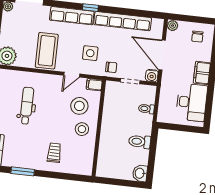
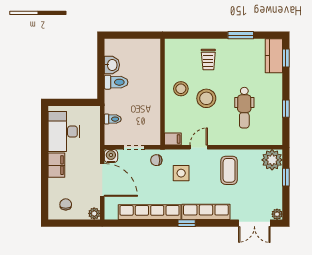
coffee table: (47, 51) -> (229, 170), width x0.73, depth x0.76
stool: (79, 106) -> (206, 98), moved
washbasin: (140, 173) -> (112, 65), moved

